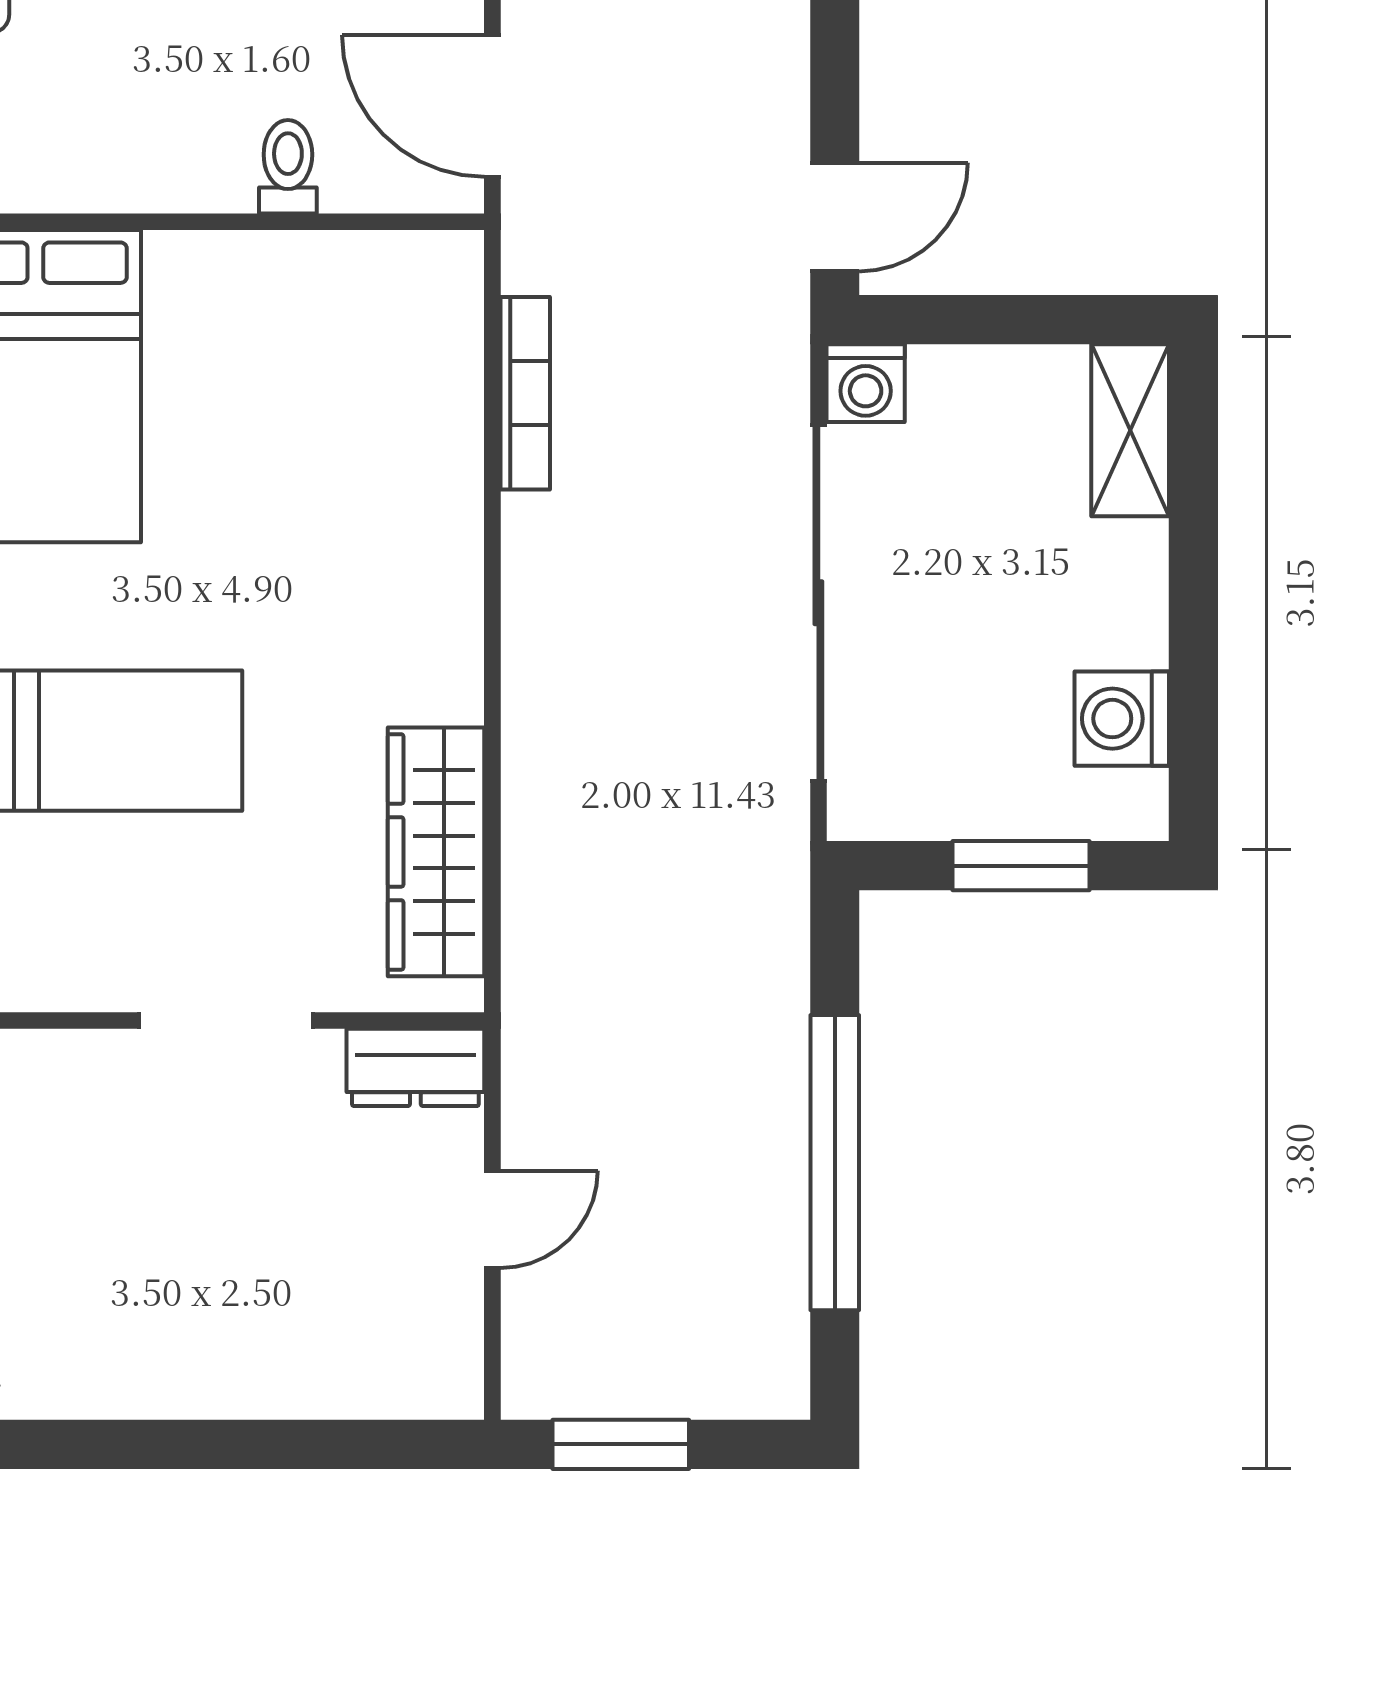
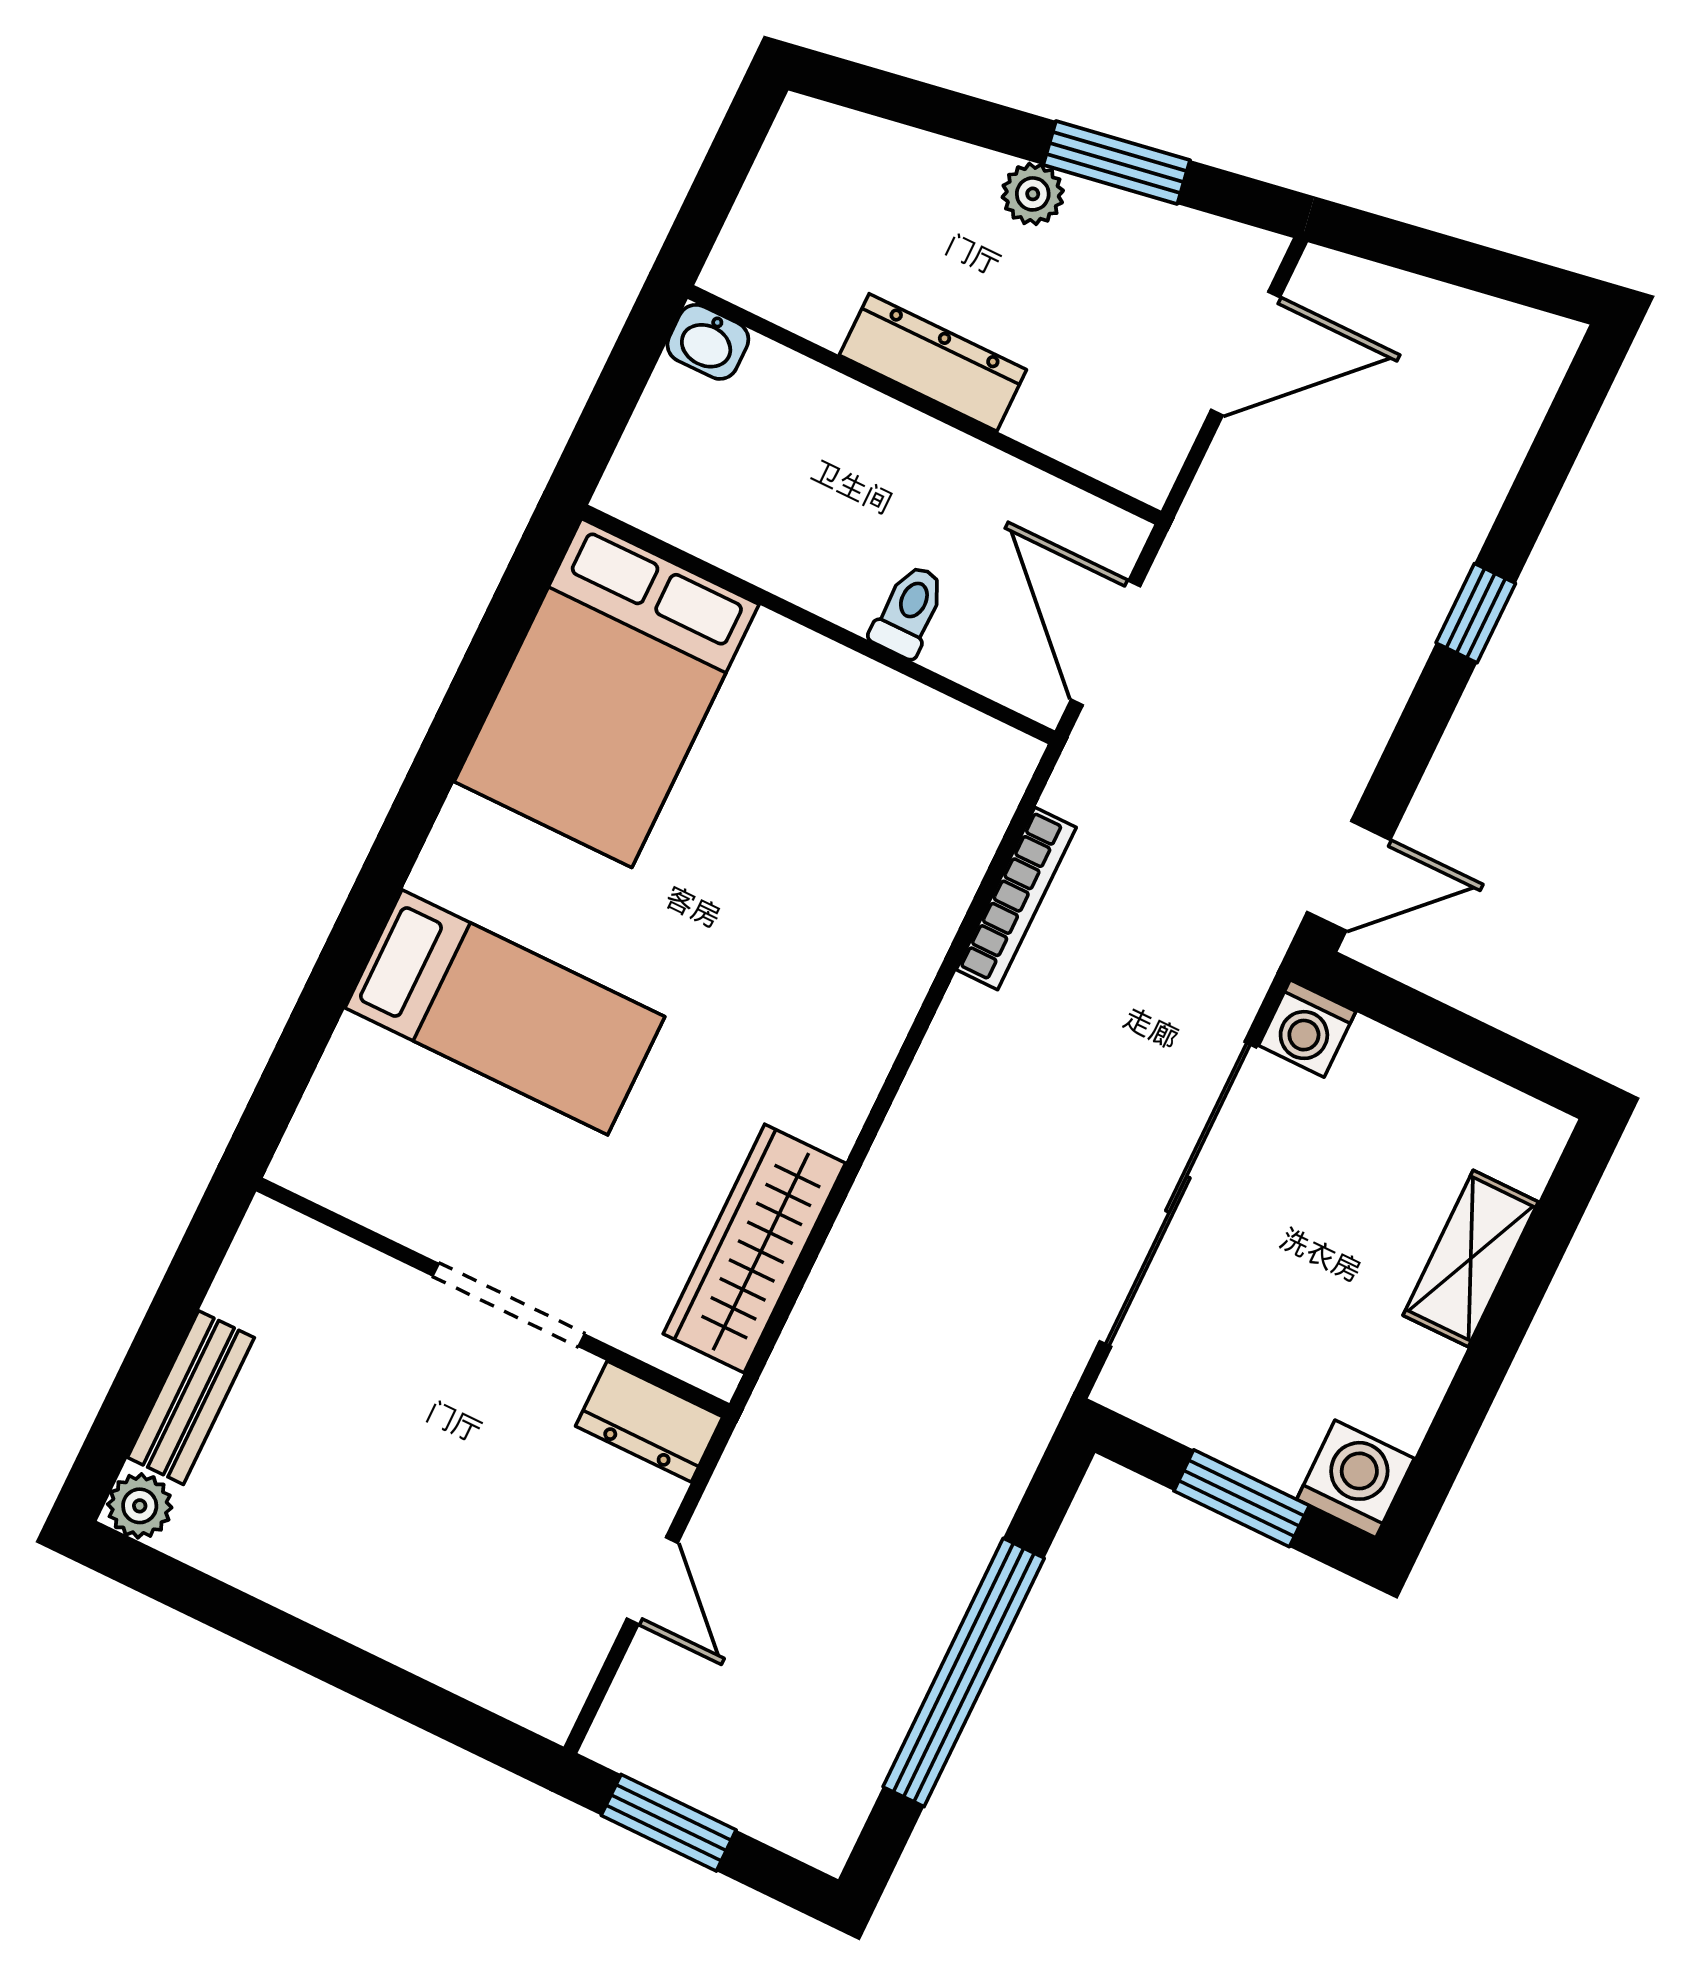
shelving: (1130, 430) -> (1471, 1259), moved
washing machine: (1122, 719) -> (1355, 1479), moved, turned 90
door: (492, 1219) -> (652, 1581), hinge flipped

